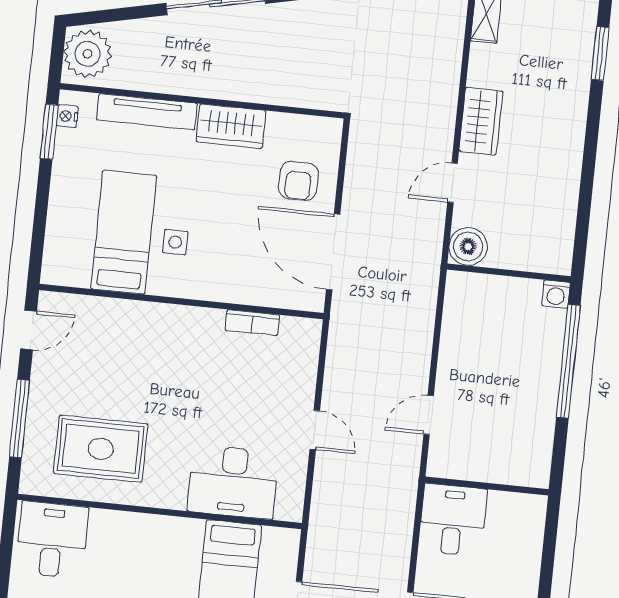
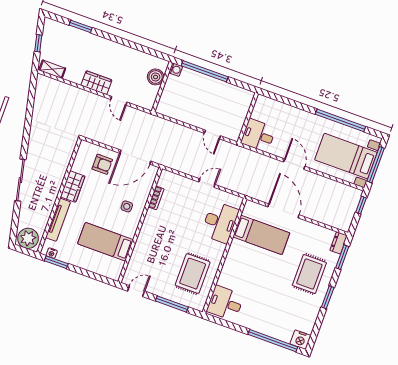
side table: (175, 242) -> (127, 206), moved
boiler: (468, 247) -> (156, 77), moved
door: (29, 330) -> (136, 291), hinge flipped

